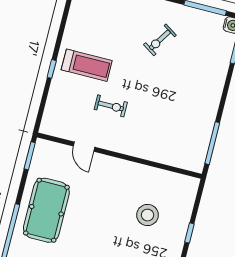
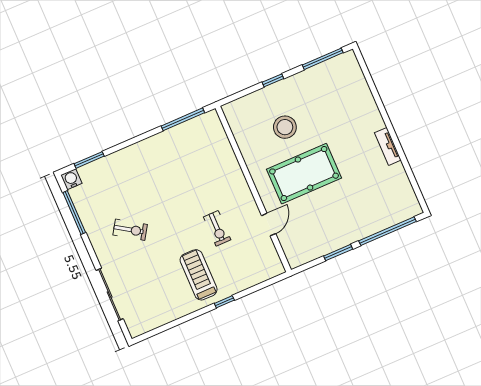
exercise bike: (111, 106) -> (217, 228), turned 180
window: (30, 156) -> (338, 253), moved
pool table: (46, 210) -> (304, 174), moved

